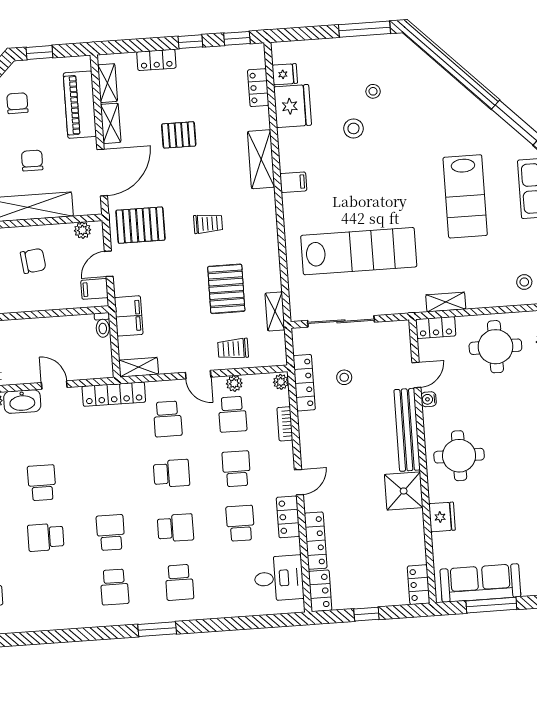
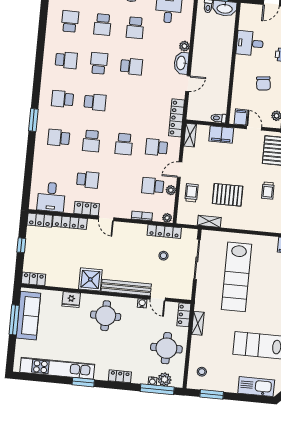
school desk: (236, 469) -> (66, 60), moved

